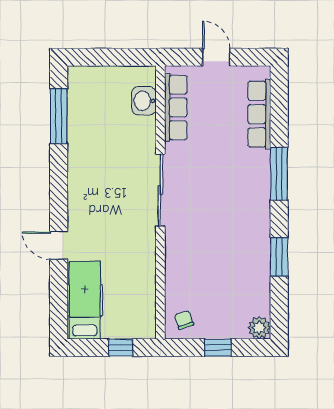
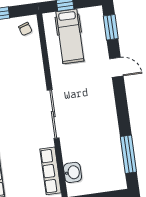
hospital bed: (85, 300) -> (70, 36), moved
window: (59, 305) -> (111, 27), added

